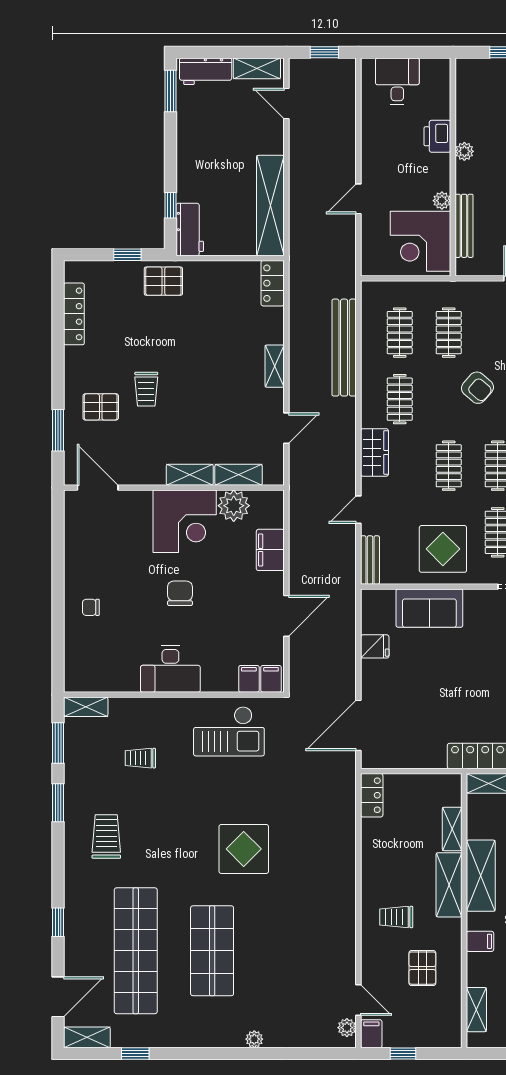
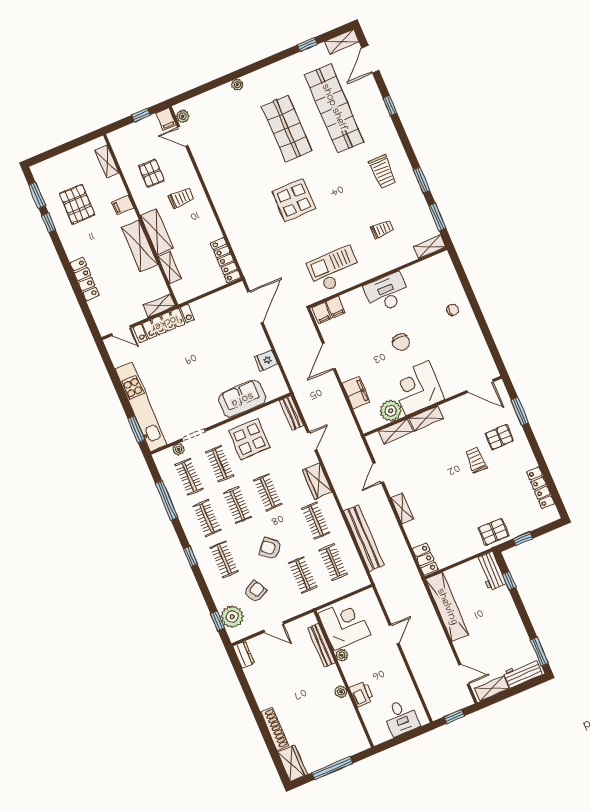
locker: (372, 795) -> (226, 260), width x1.53

